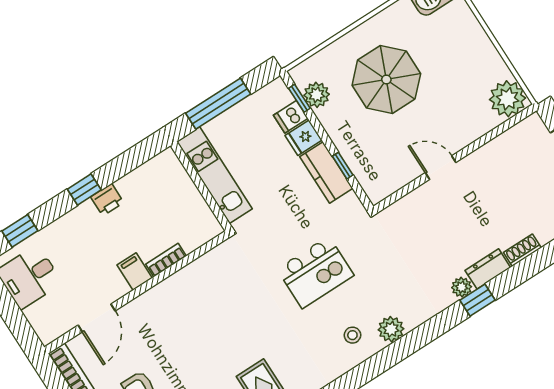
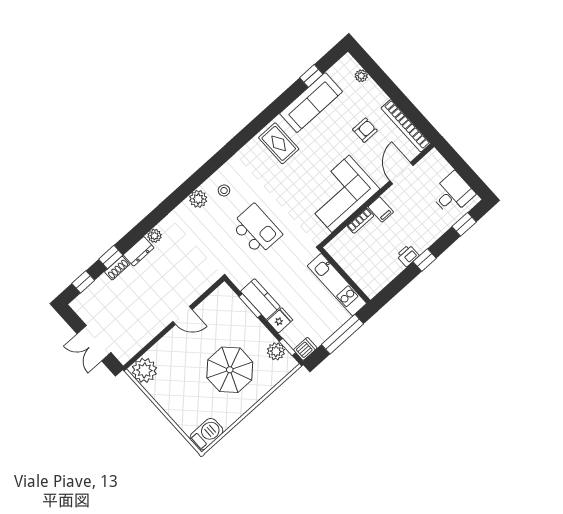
dishwasher: (291, 117) -> (305, 349), moved
window: (343, 166) -> (250, 306), width x1.50
kitchen island: (315, 272) -> (257, 229), turned 90
window: (478, 300) -> (111, 257), moved
corner sofa: (188, 303) -> (340, 194), added

